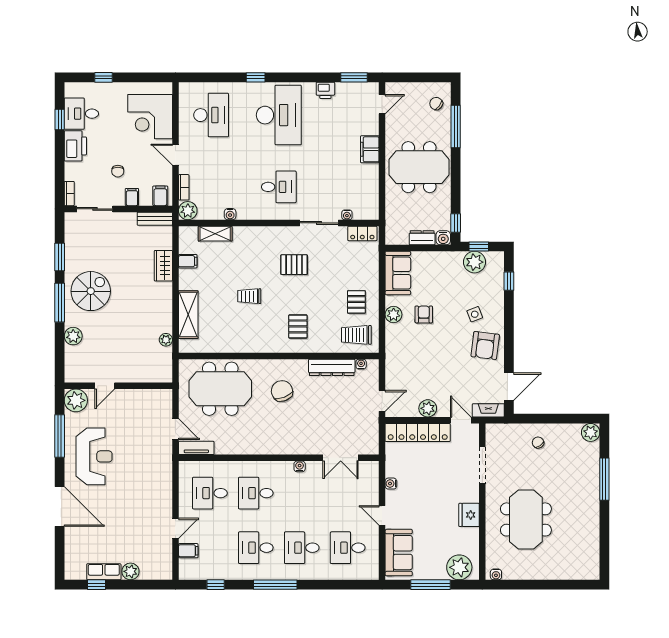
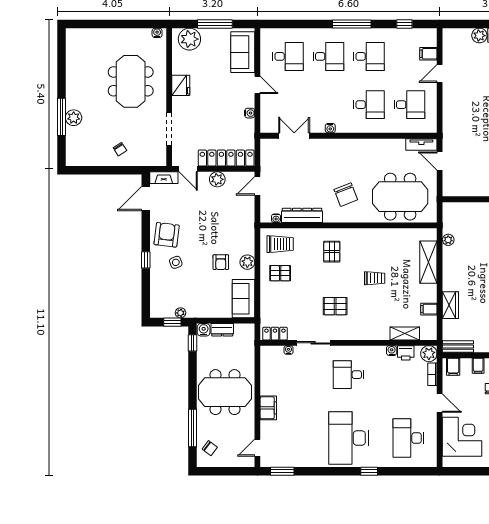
printer: (325, 90) -> (406, 353), moved, turned 180
plant: (475, 262) -> (180, 313), width x0.53, depth x0.53
window: (509, 281) -> (146, 260), moved
pallet: (356, 302) -> (280, 273), turned 90
plant: (591, 432) -> (74, 118), moved

